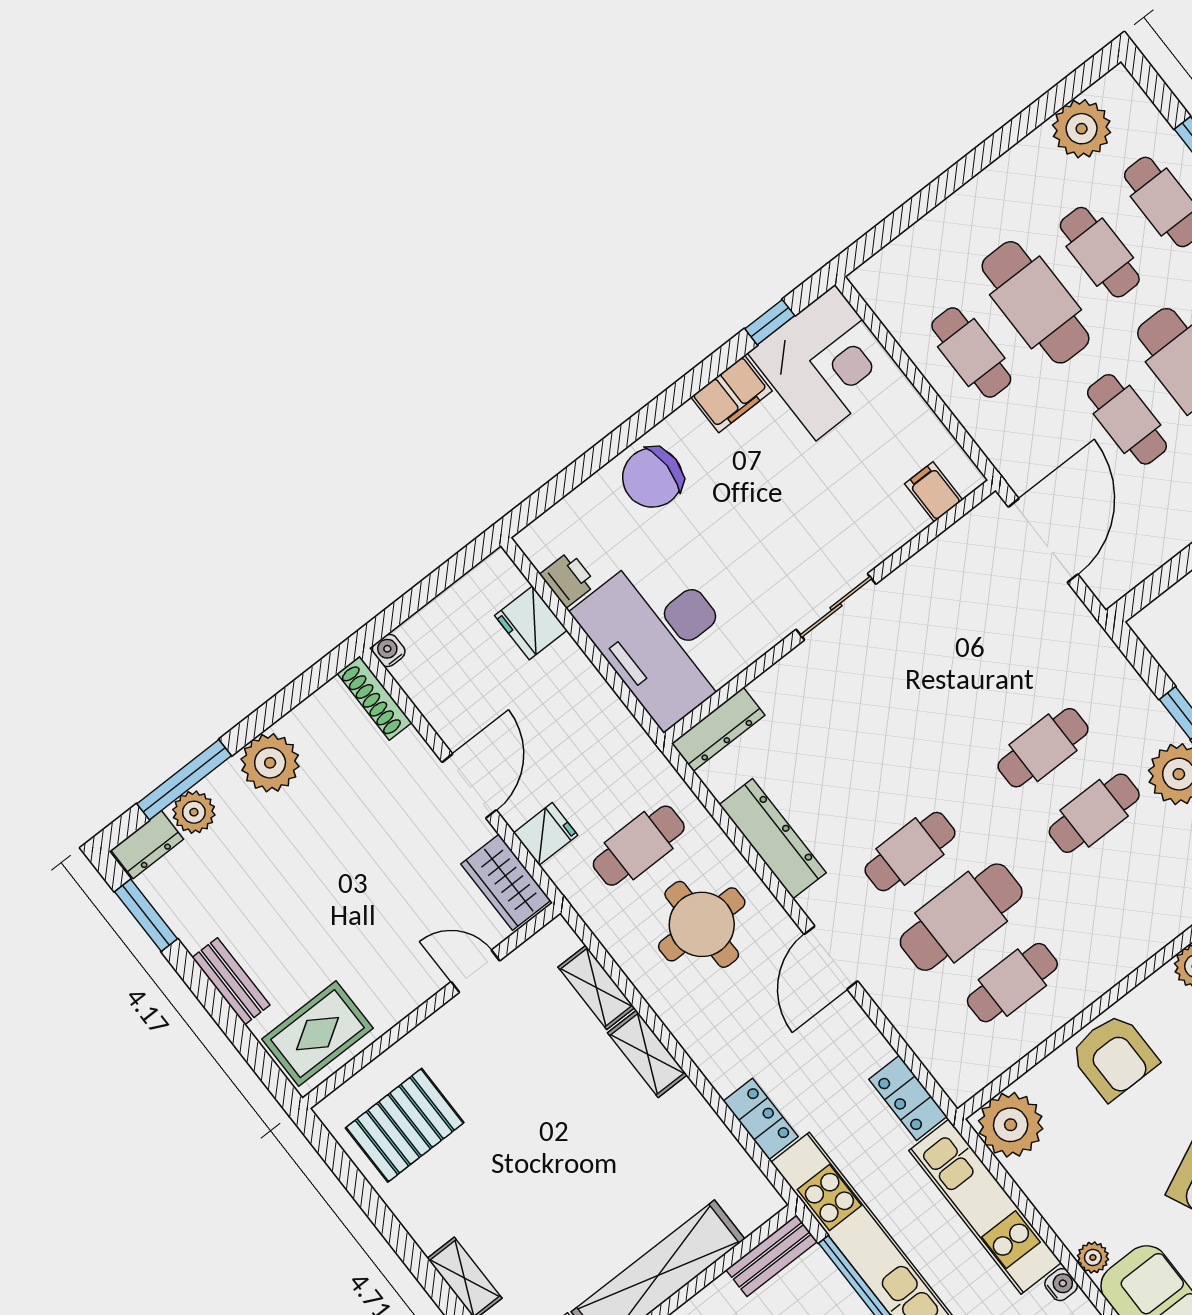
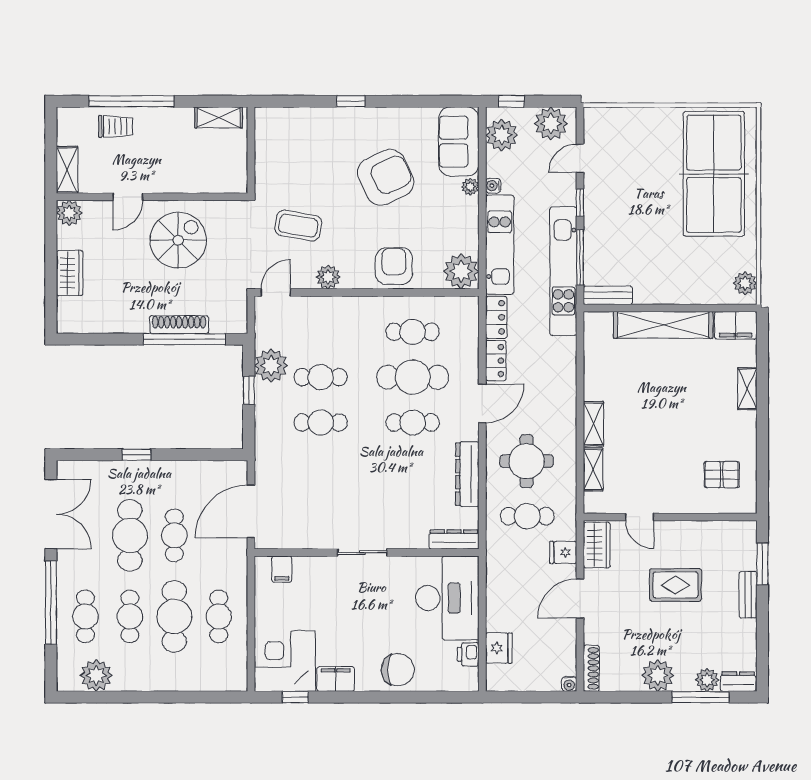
window: (146, 915) -> (762, 564), moved
rug: (317, 1034) -> (676, 585), moved
locker: (761, 1119) -> (496, 361), moved, turned 180
pallet: (405, 1125) -> (722, 475), width x0.67, depth x0.71

